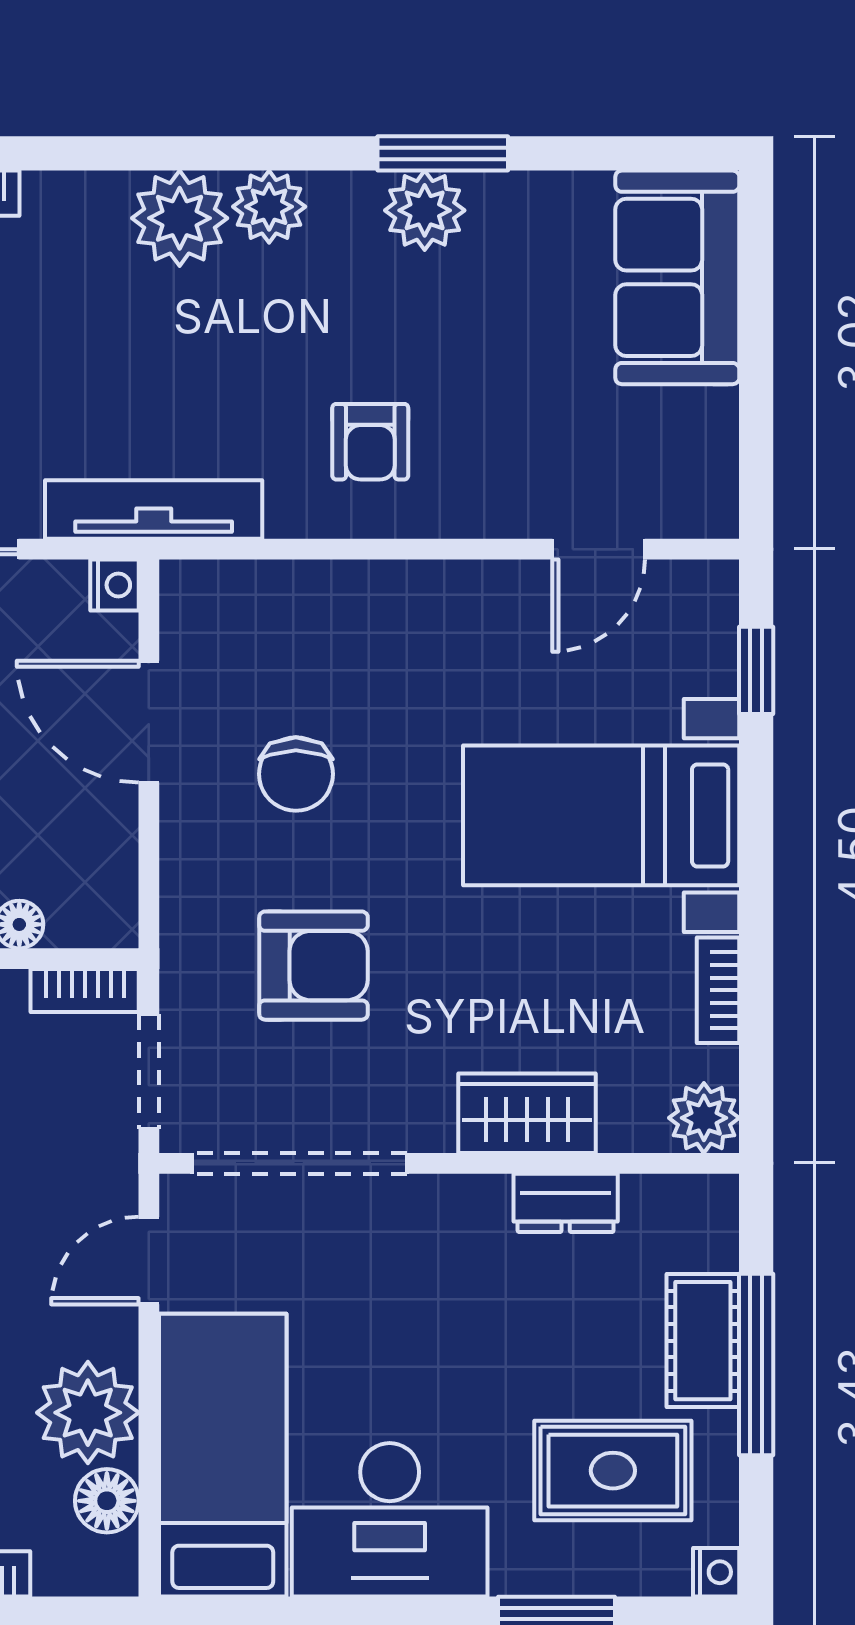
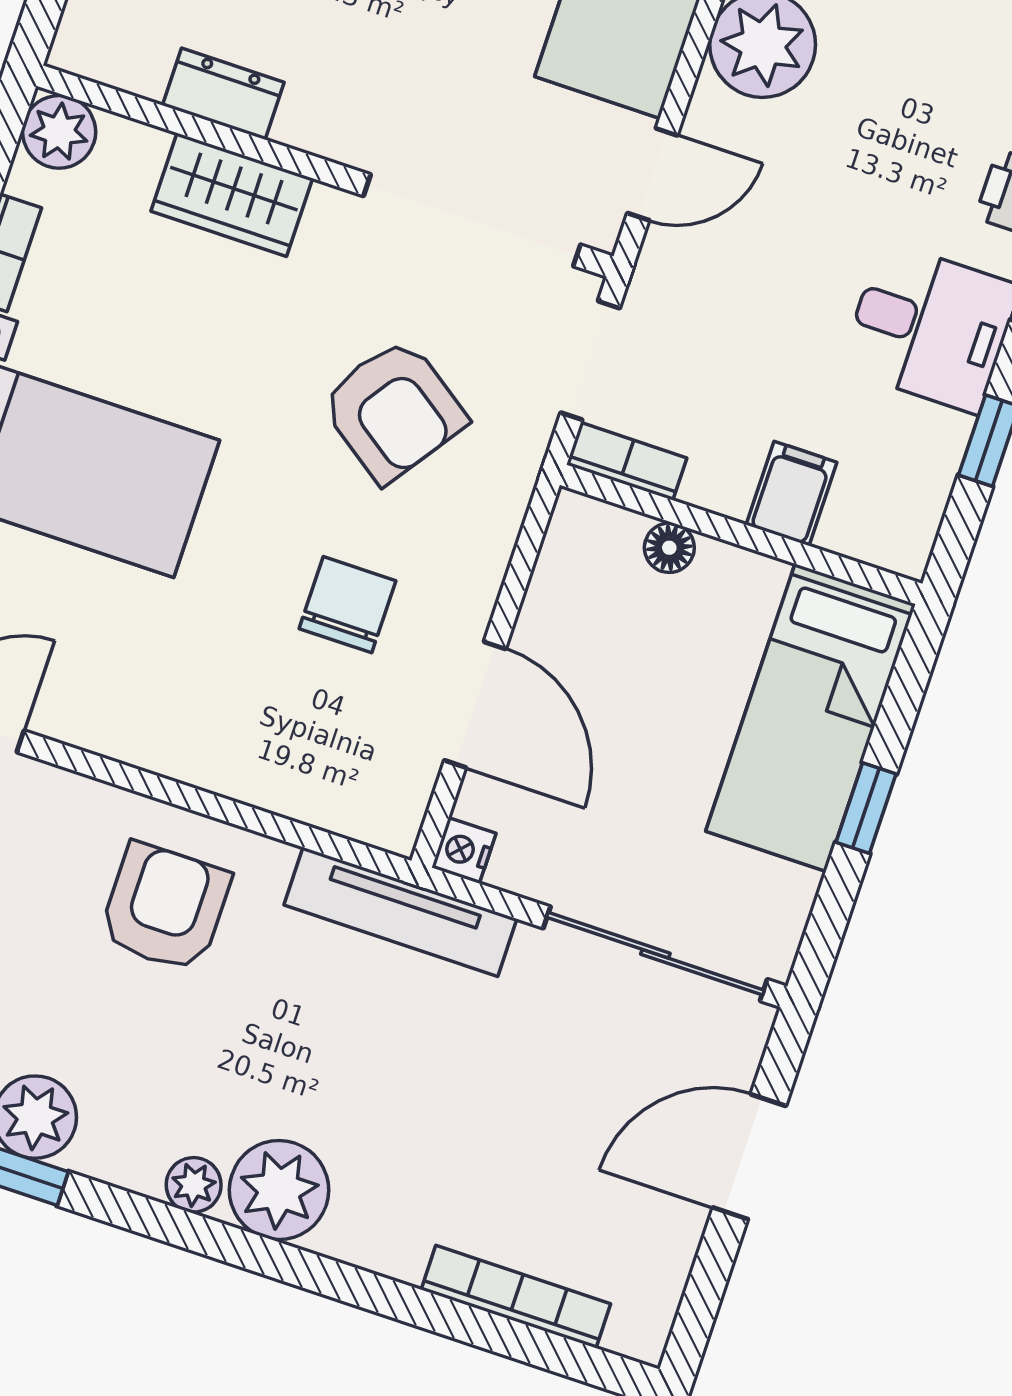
plant: (269, 207) -> (194, 1185), width x0.73, depth x0.73
armchair: (370, 442) -> (165, 907), width x1.38, depth x1.38
armchair: (313, 966) -> (393, 410), turned -145

